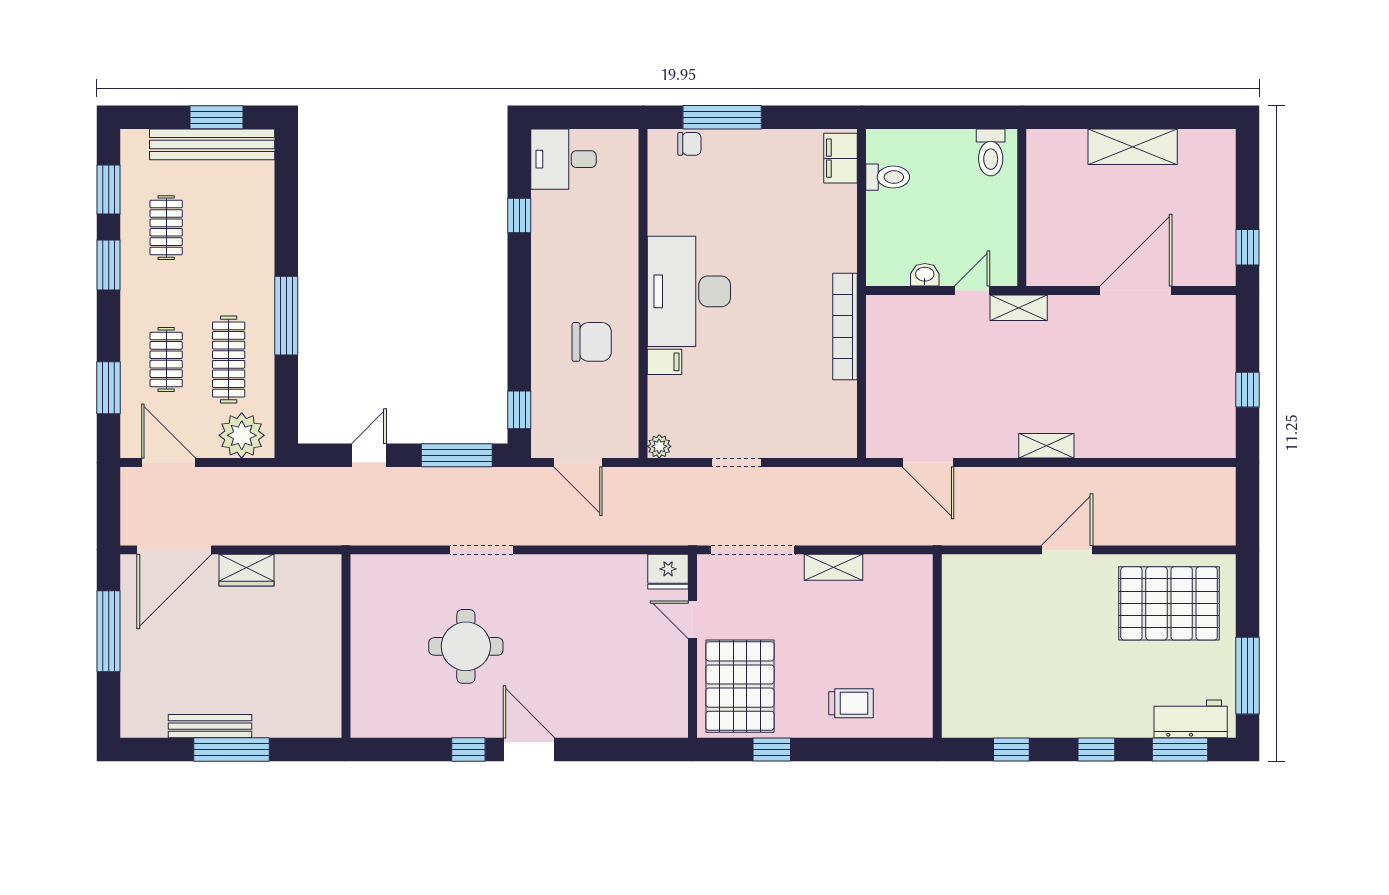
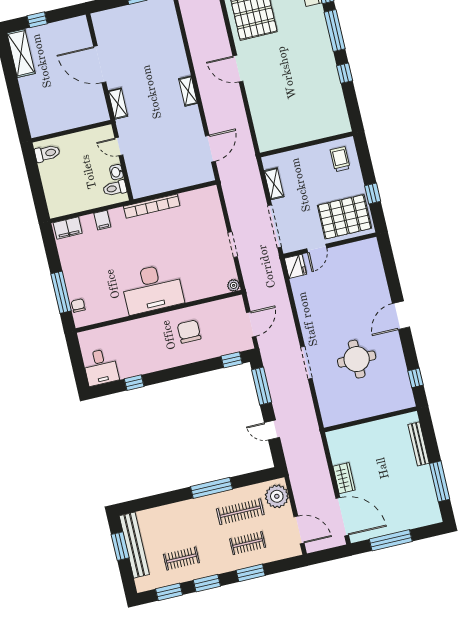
shelving: (1133, 147) -> (21, 53), moved
toilet: (888, 177) -> (115, 188), moved, turned -90
window: (1248, 247) -> (37, 20), moved
shelving: (1019, 308) -> (118, 104), moved
filing cabinet: (665, 362) -> (102, 220), moved, turned 180
window: (109, 388) -> (251, 573), moved
door: (169, 462) -> (299, 530), swing flipped
wall: (937, 646) -> (306, 144), moved
bench: (210, 726) -> (419, 444), moved
window: (232, 749) -> (440, 481), moved
window: (468, 749) -> (416, 378), moved
window: (1096, 749) -> (335, 30), width x2.17

